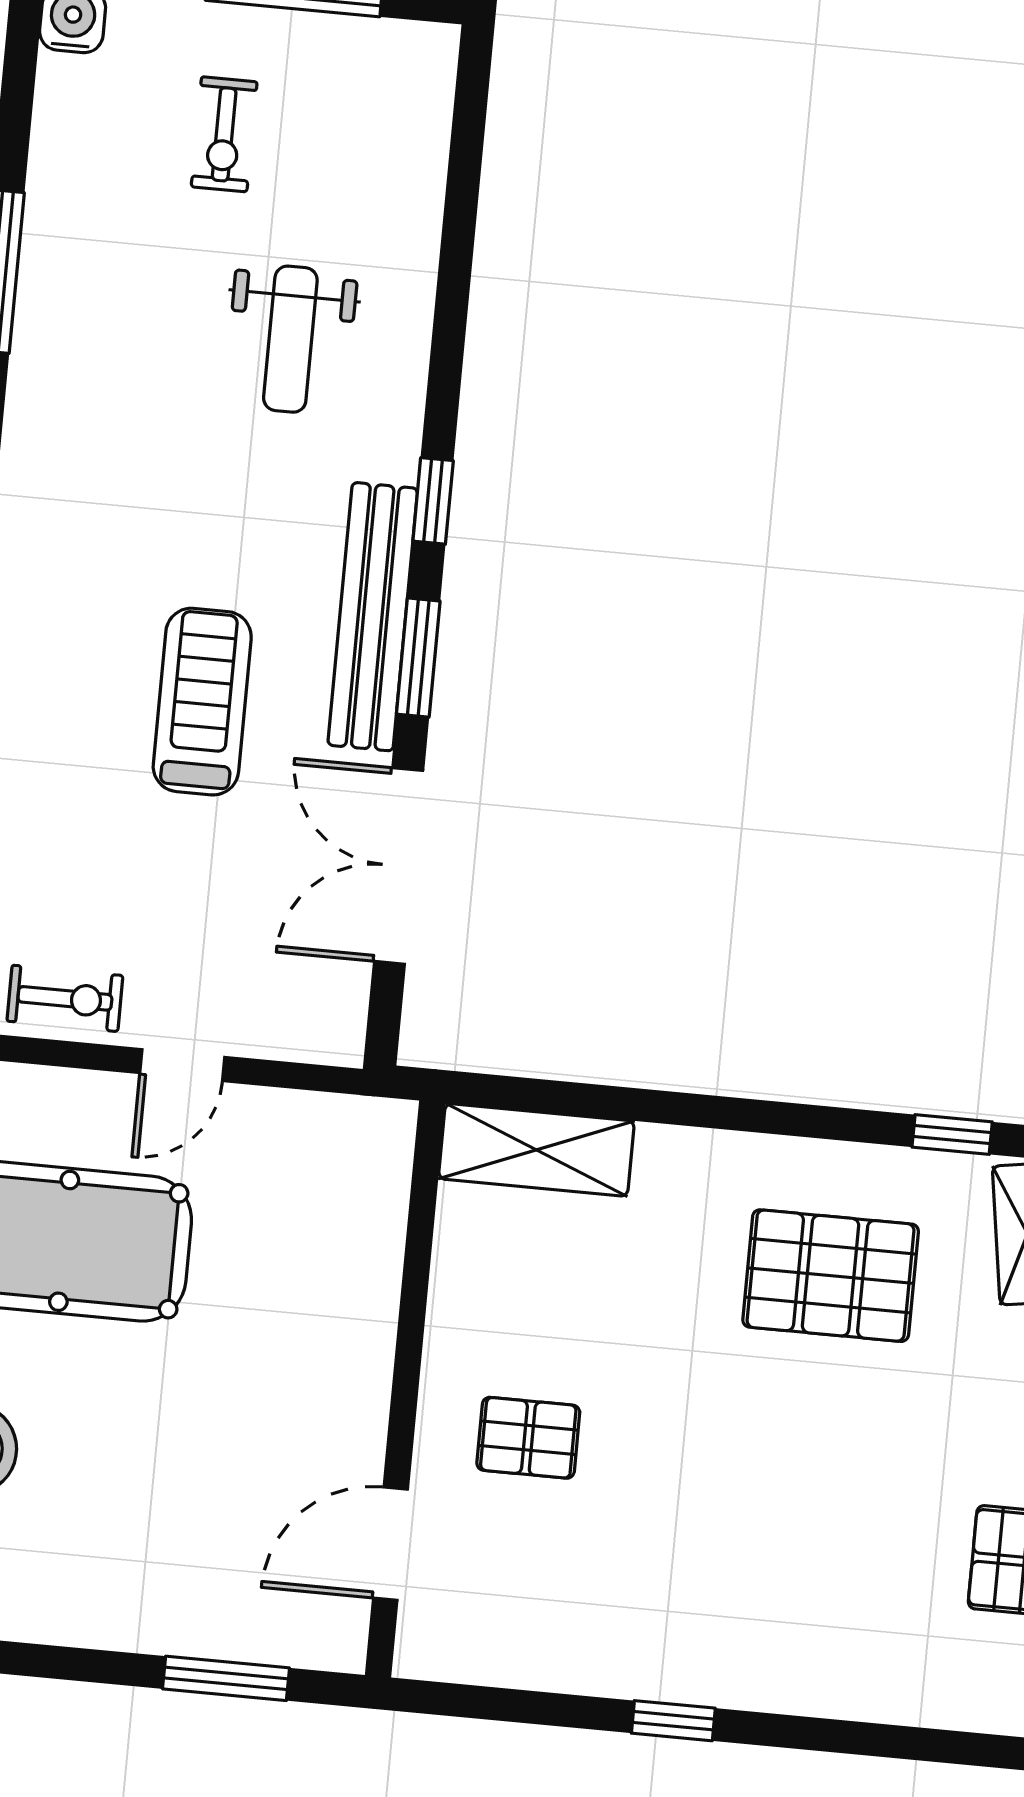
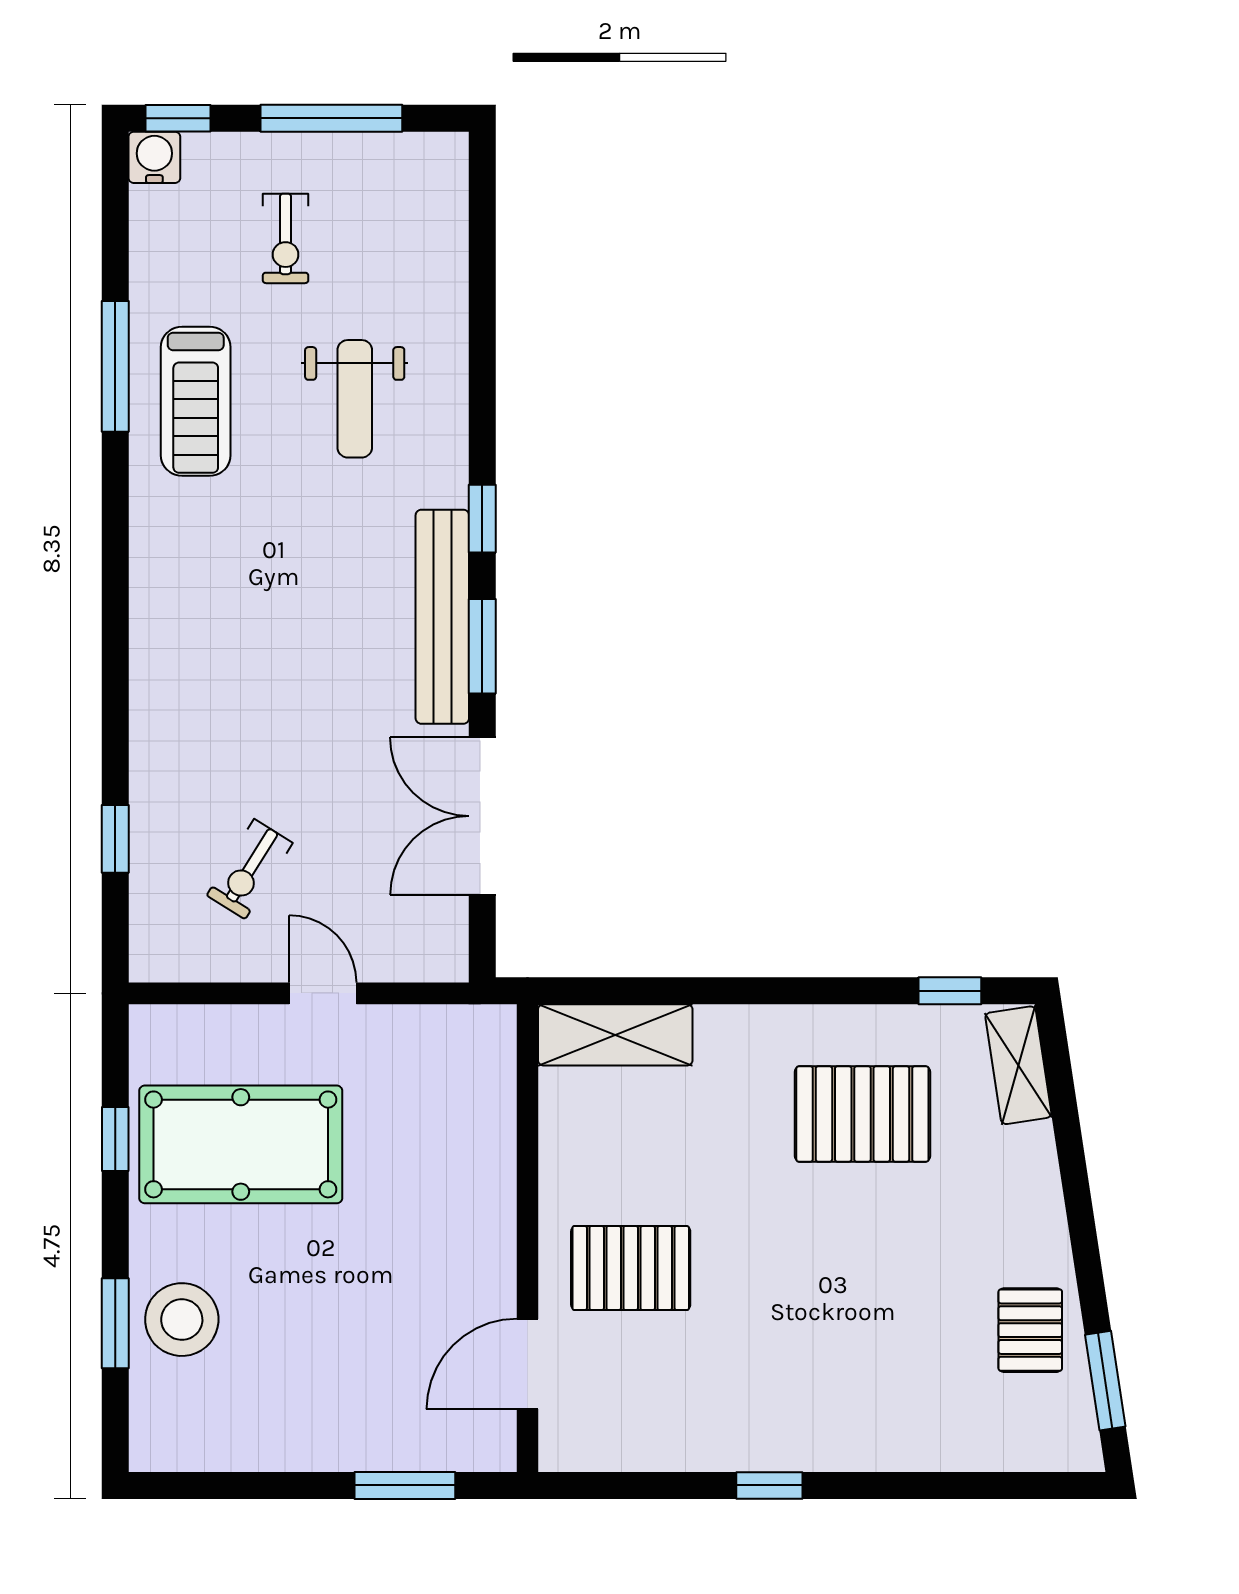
treadmill: (202, 702) -> (196, 401), moved, turned 180
exercise bike: (65, 998) -> (250, 869), moved, turned 122
door: (182, 1065) -> (323, 993), swing flipped
pallet: (528, 1438) -> (631, 1268), width x1.50, depth x1.42

